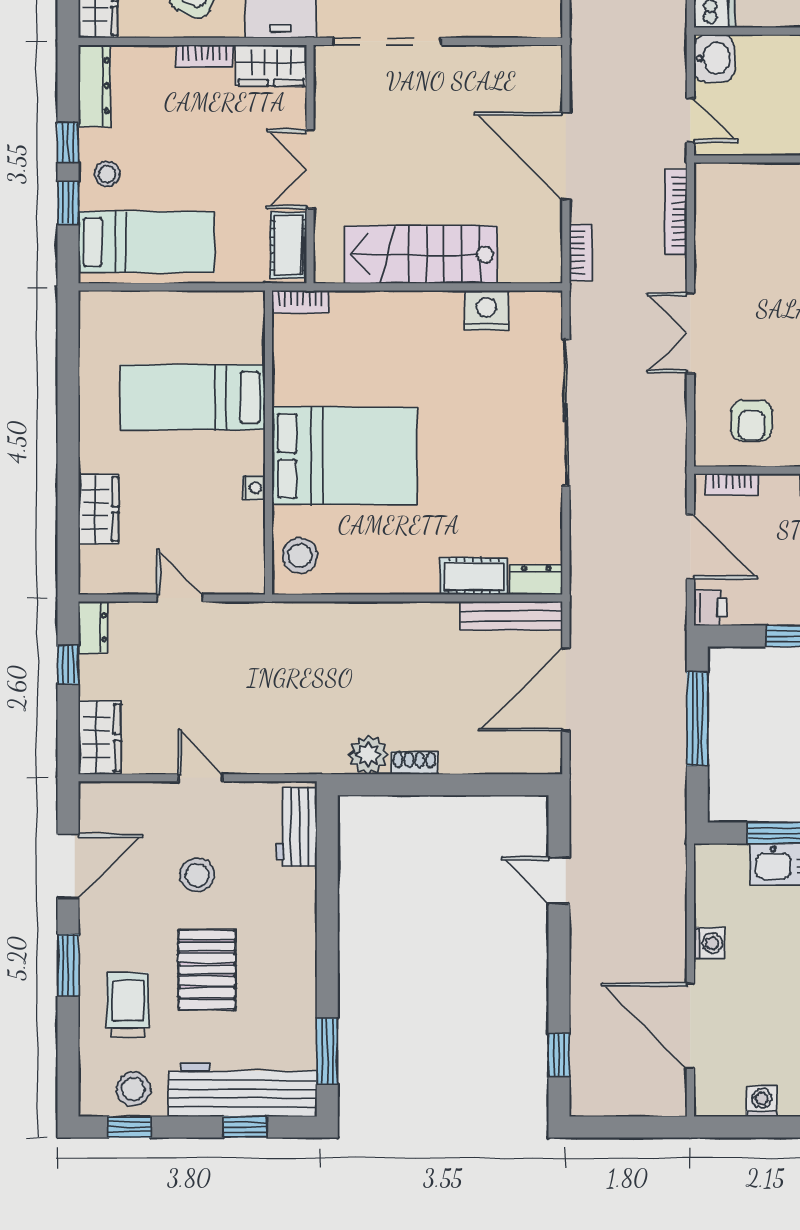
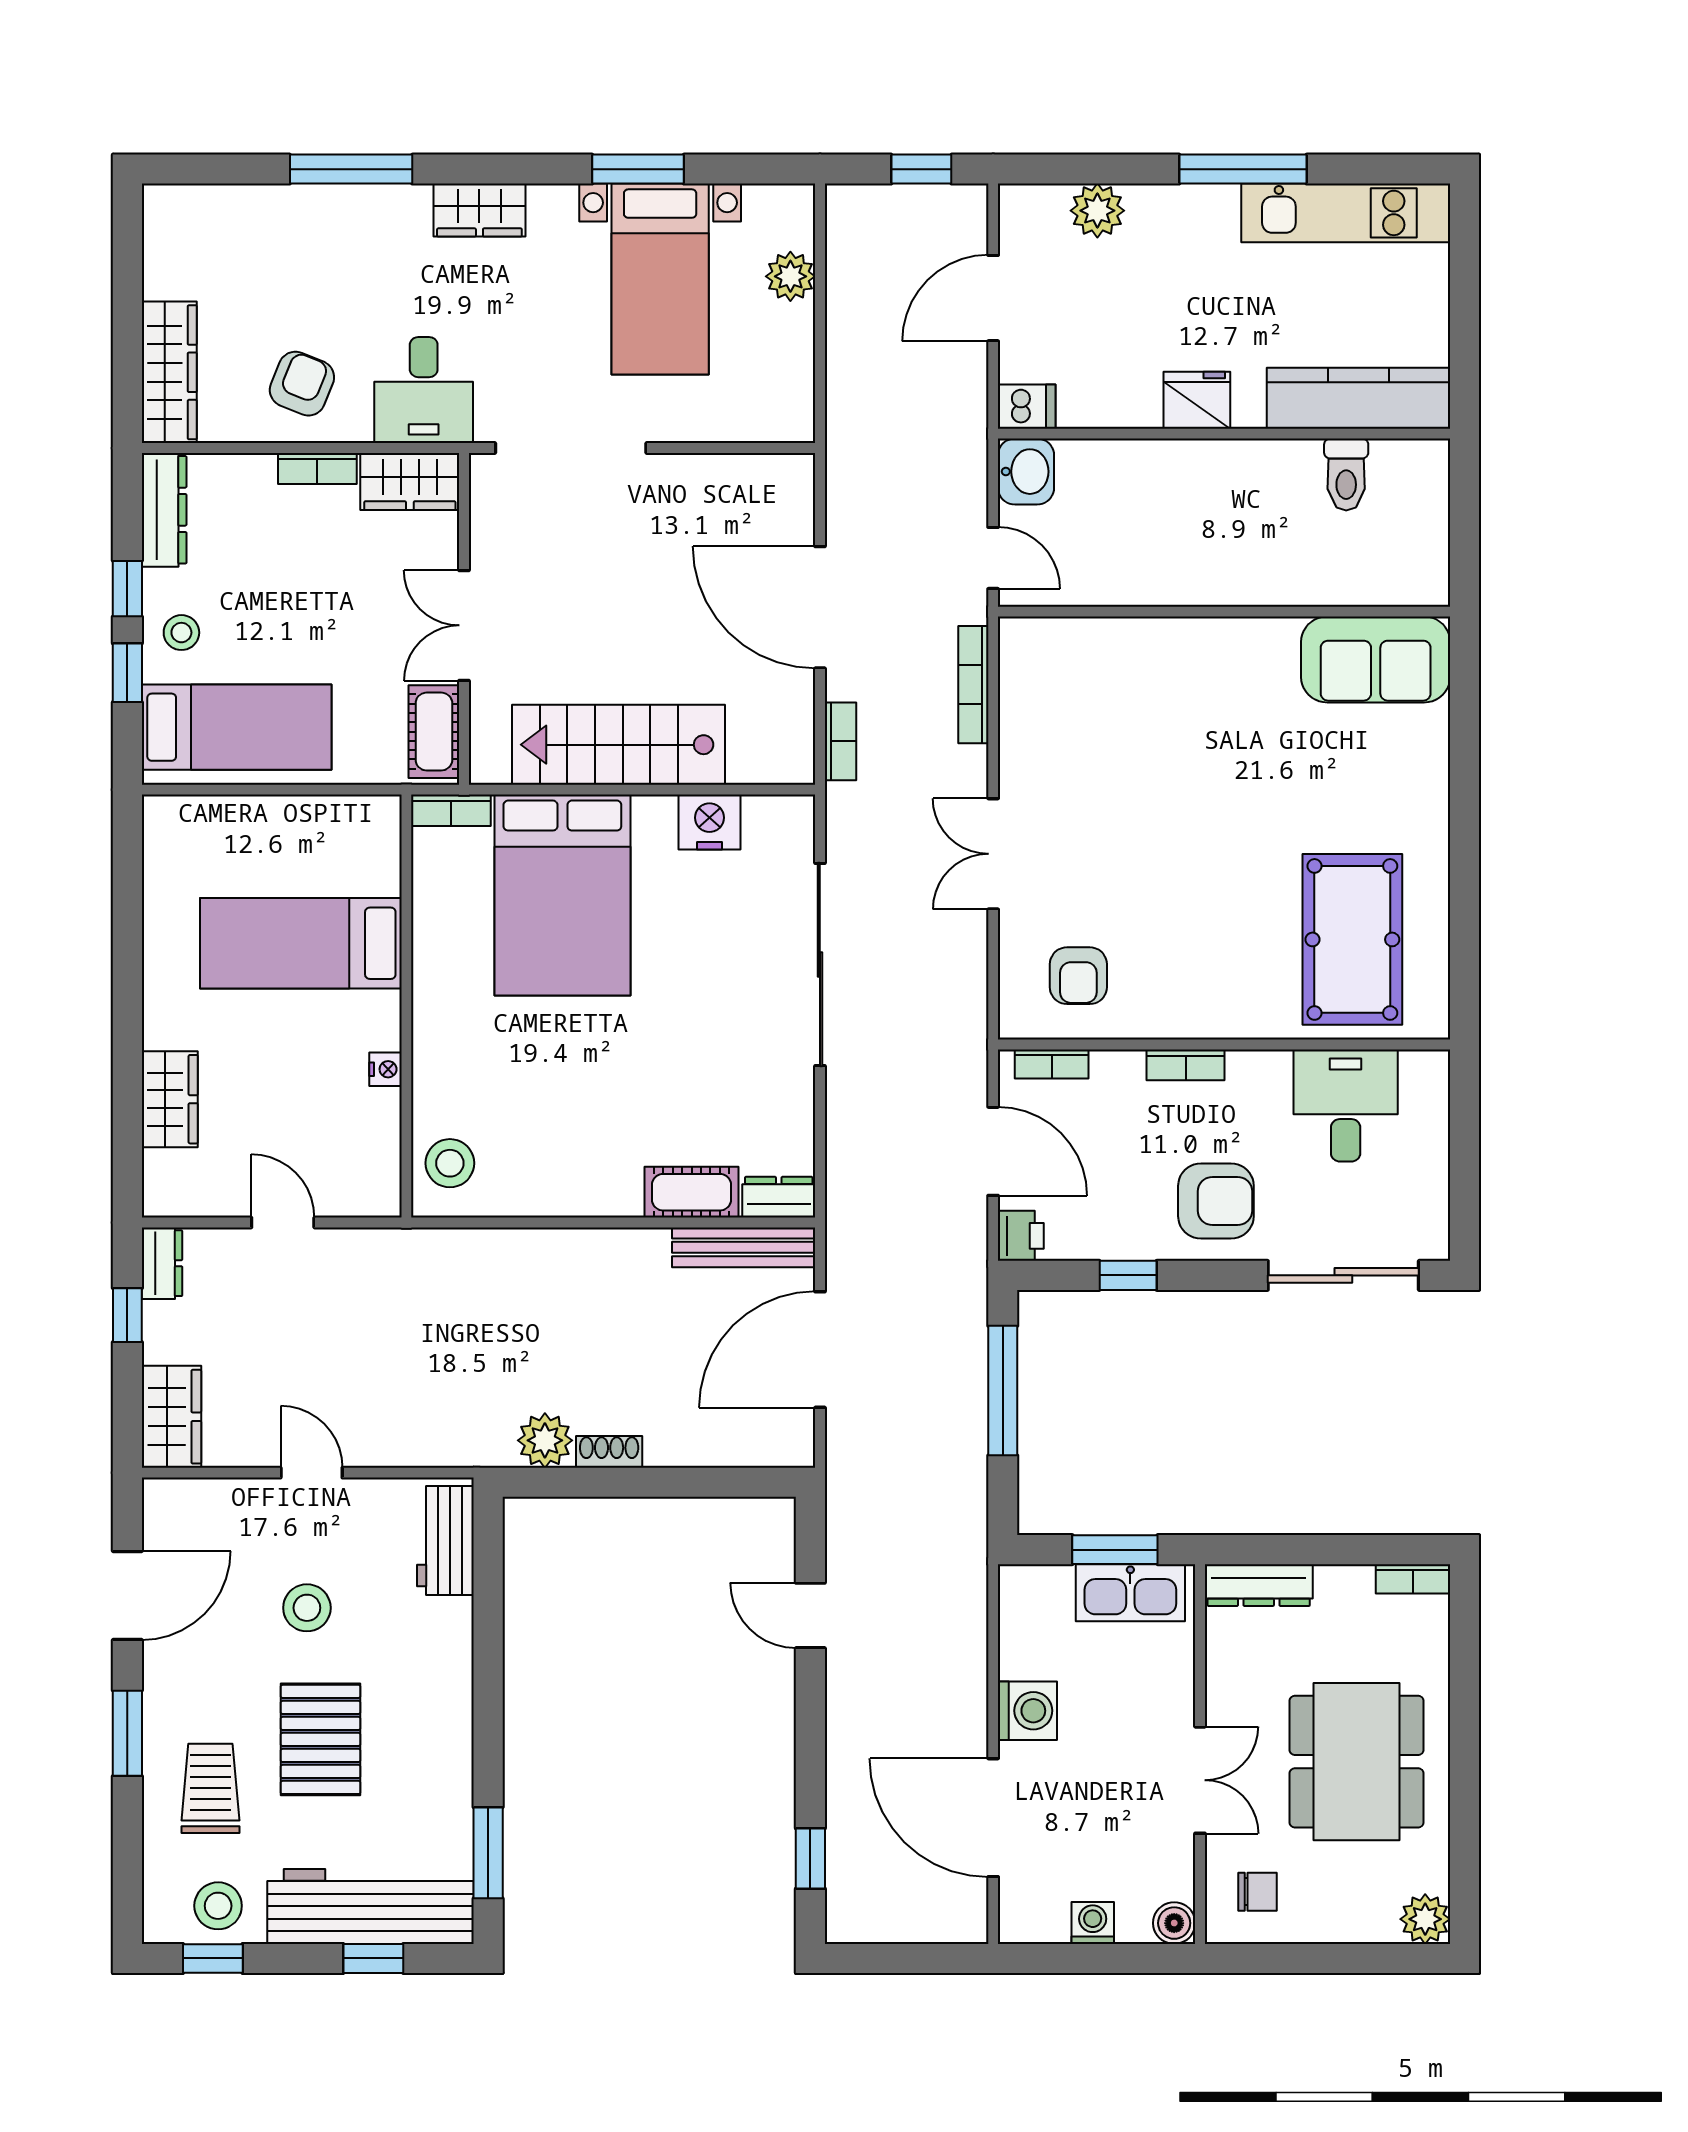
bed: (344, 456) -> (562, 895), moved, turned 90
washing machine: (709, 943) -> (1027, 1711), width x1.38, depth x1.38

